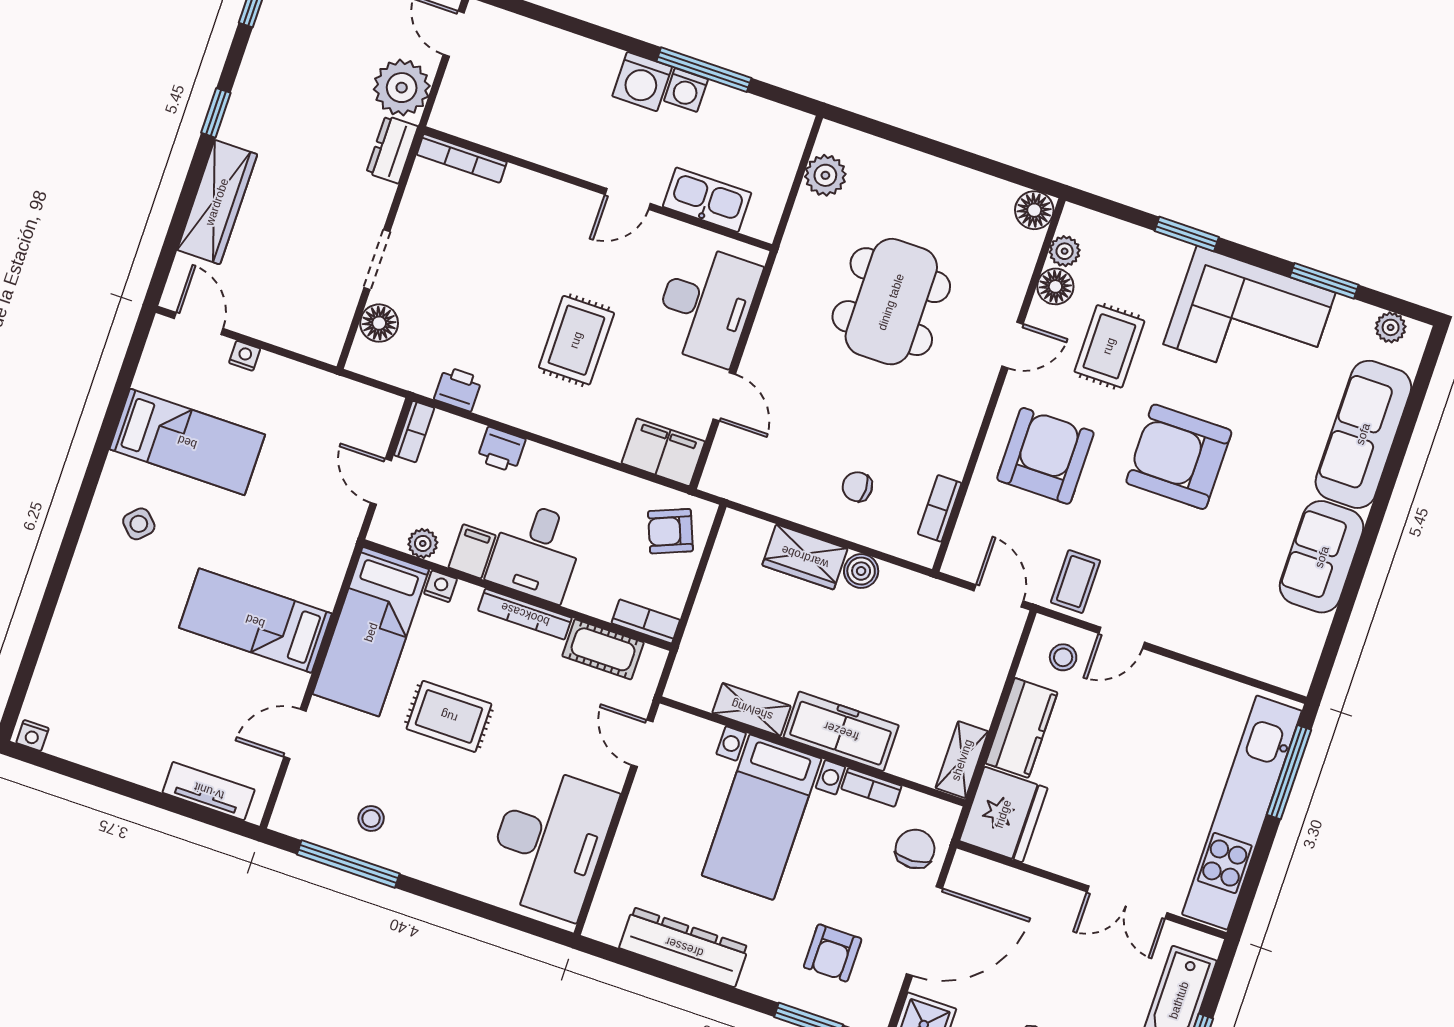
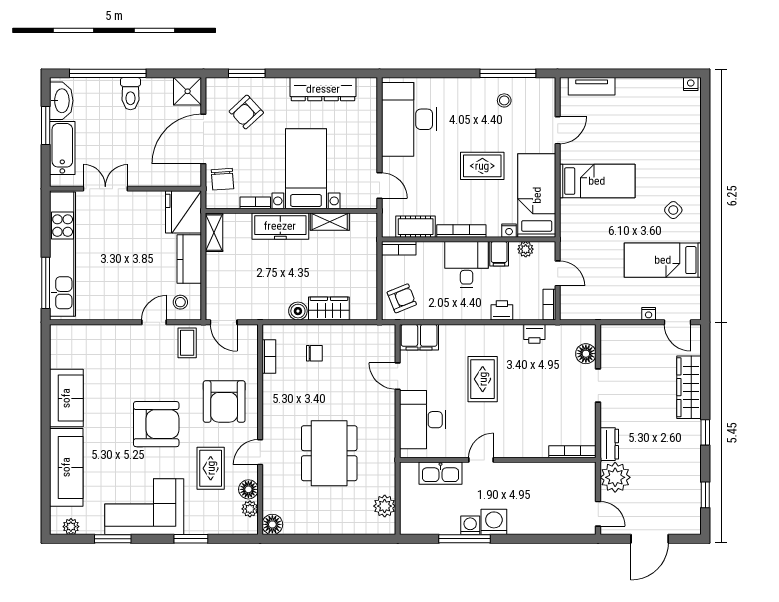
armchair: (833, 953) -> (246, 112), turned -133

